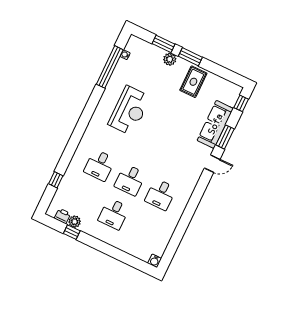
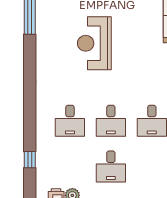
reception desk: (129, 111) -> (94, 43), moved, turned 180

